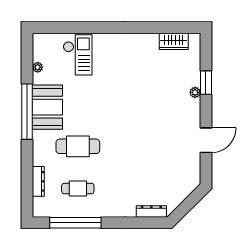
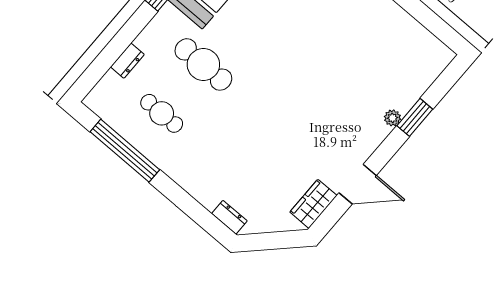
wardrobe: (174, 41) -> (313, 204), moved, turned 90
dresser: (38, 181) -> (127, 61), width x0.70
dresser: (151, 211) -> (229, 217), width x0.70

